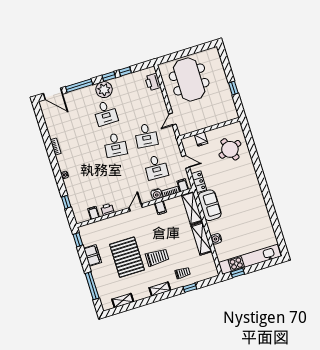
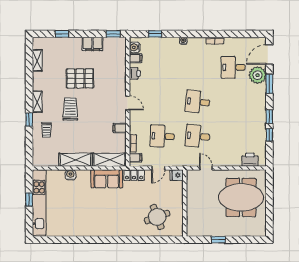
window: (79, 86) -> (269, 84), width x0.69
plant: (104, 90) -> (258, 75), moved
desk: (105, 113) -> (233, 67), moved
fridge: (201, 139) -> (177, 175), moved
water cooler: (157, 194) -> (135, 47), moved
pallet: (127, 257) -> (80, 78), width x0.73, depth x0.71
trolley: (157, 257) -> (70, 109), turned 180
window: (238, 273) -> (29, 200), moved
window: (92, 286) -> (62, 34), width x0.46
window: (190, 288) -> (29, 120), moved

